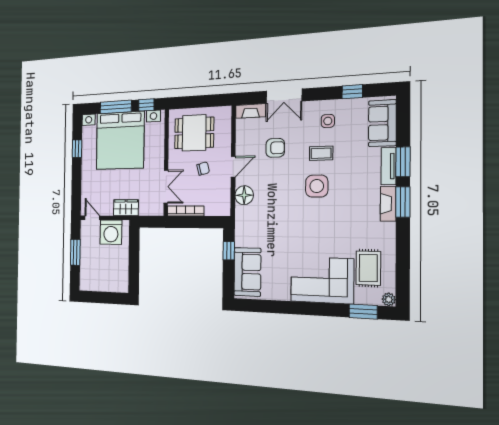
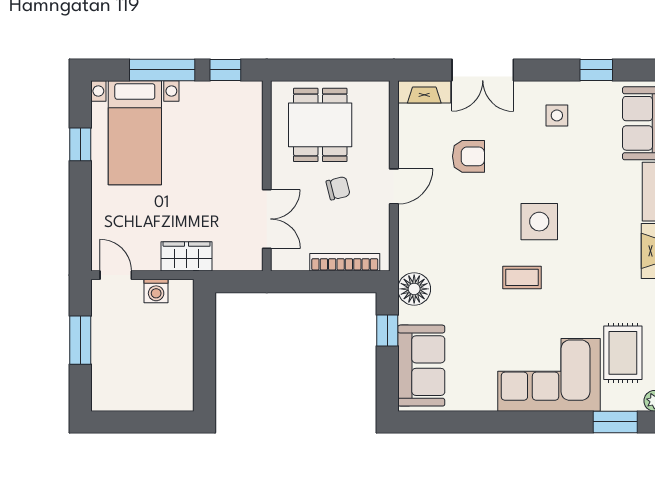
dining table: (194, 133) -> (320, 125), turned 90
bed with nightstands: (120, 141) -> (135, 133), width x0.54
coffee table: (321, 153) -> (522, 277), moved
floor lamp: (244, 195) -> (414, 289), moved
bookcase: (186, 211) -> (345, 262), moved
washing machine: (111, 232) -> (156, 291), width x0.53, depth x0.53

